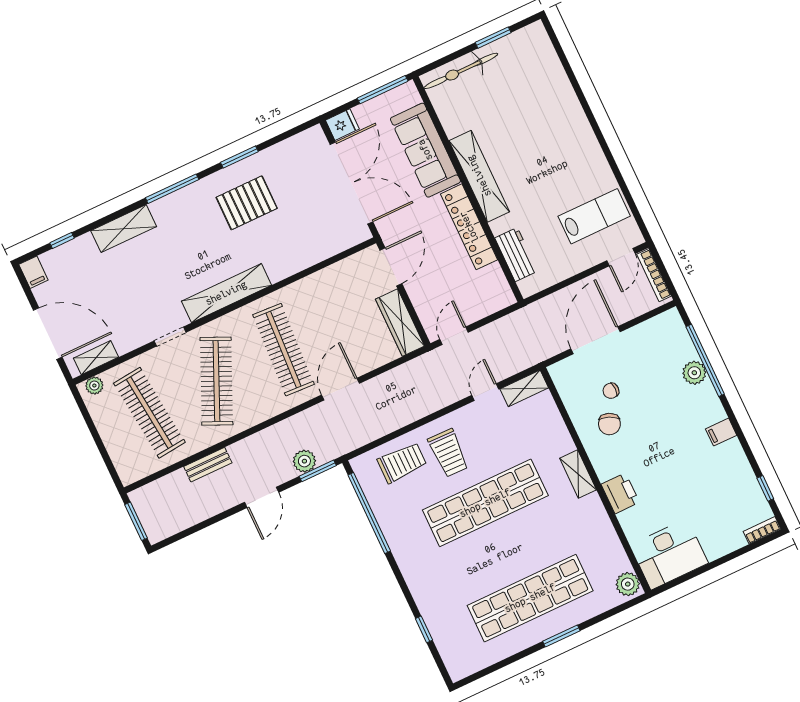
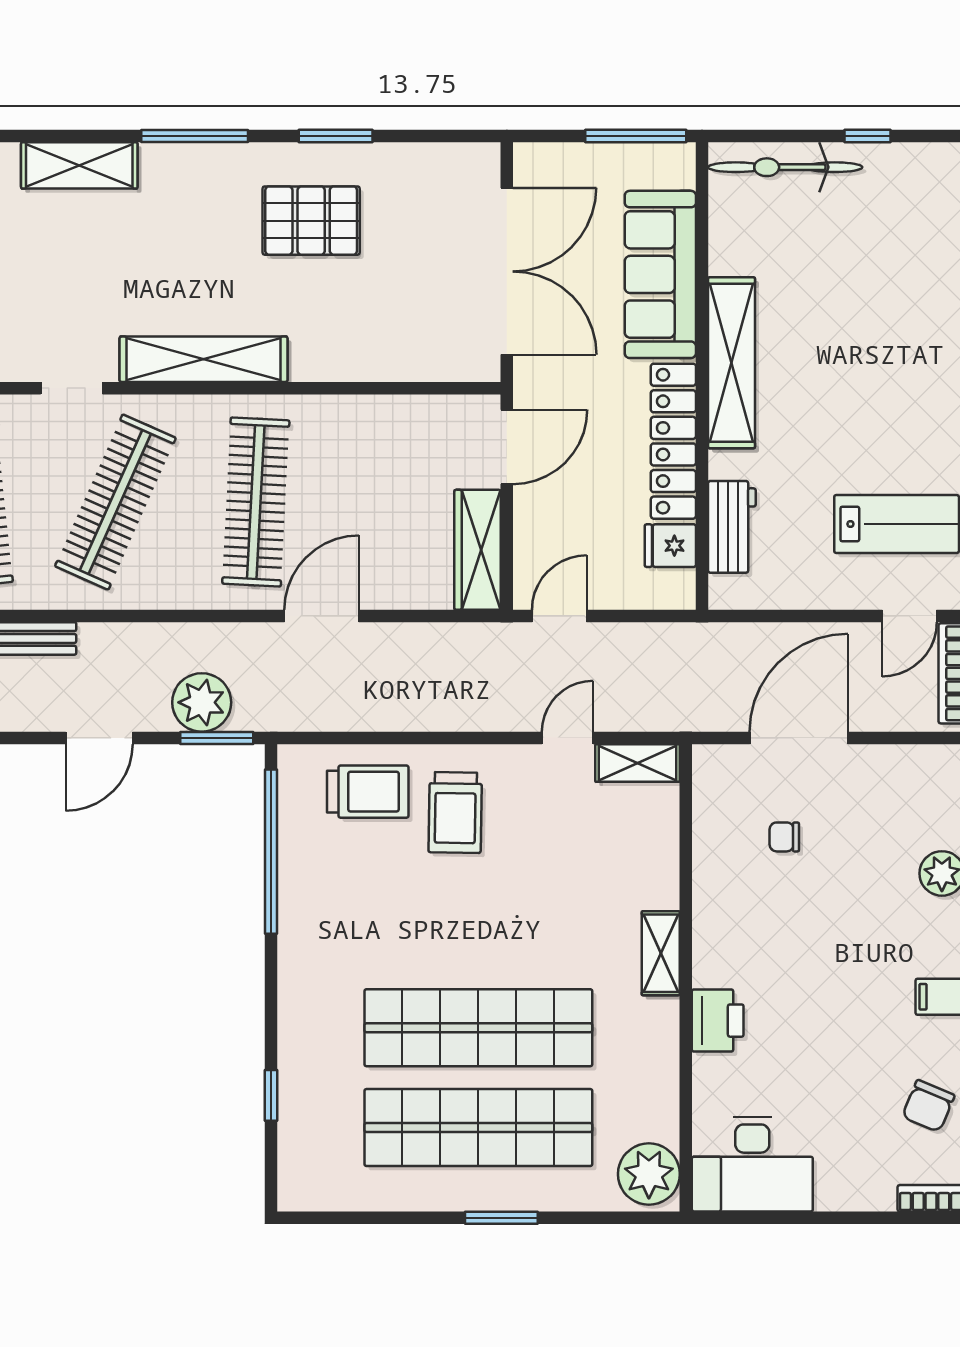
window: (493, 38) -> (867, 136), width x0.67
fridge: (342, 125) -> (670, 546), moved, turned 180
chair: (609, 424) -> (928, 1106), moved
plant: (304, 461) -> (202, 702), width x1.36, depth x1.36
shop shelf: (485, 503) -> (478, 1028), moved
plant: (628, 584) -> (649, 1174), width x1.36, depth x1.36

